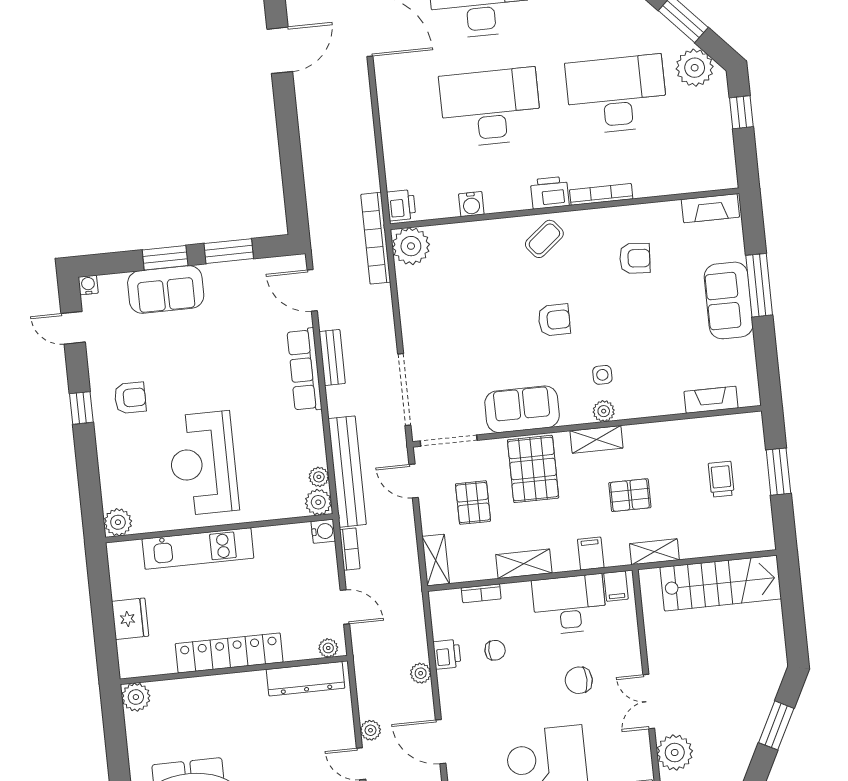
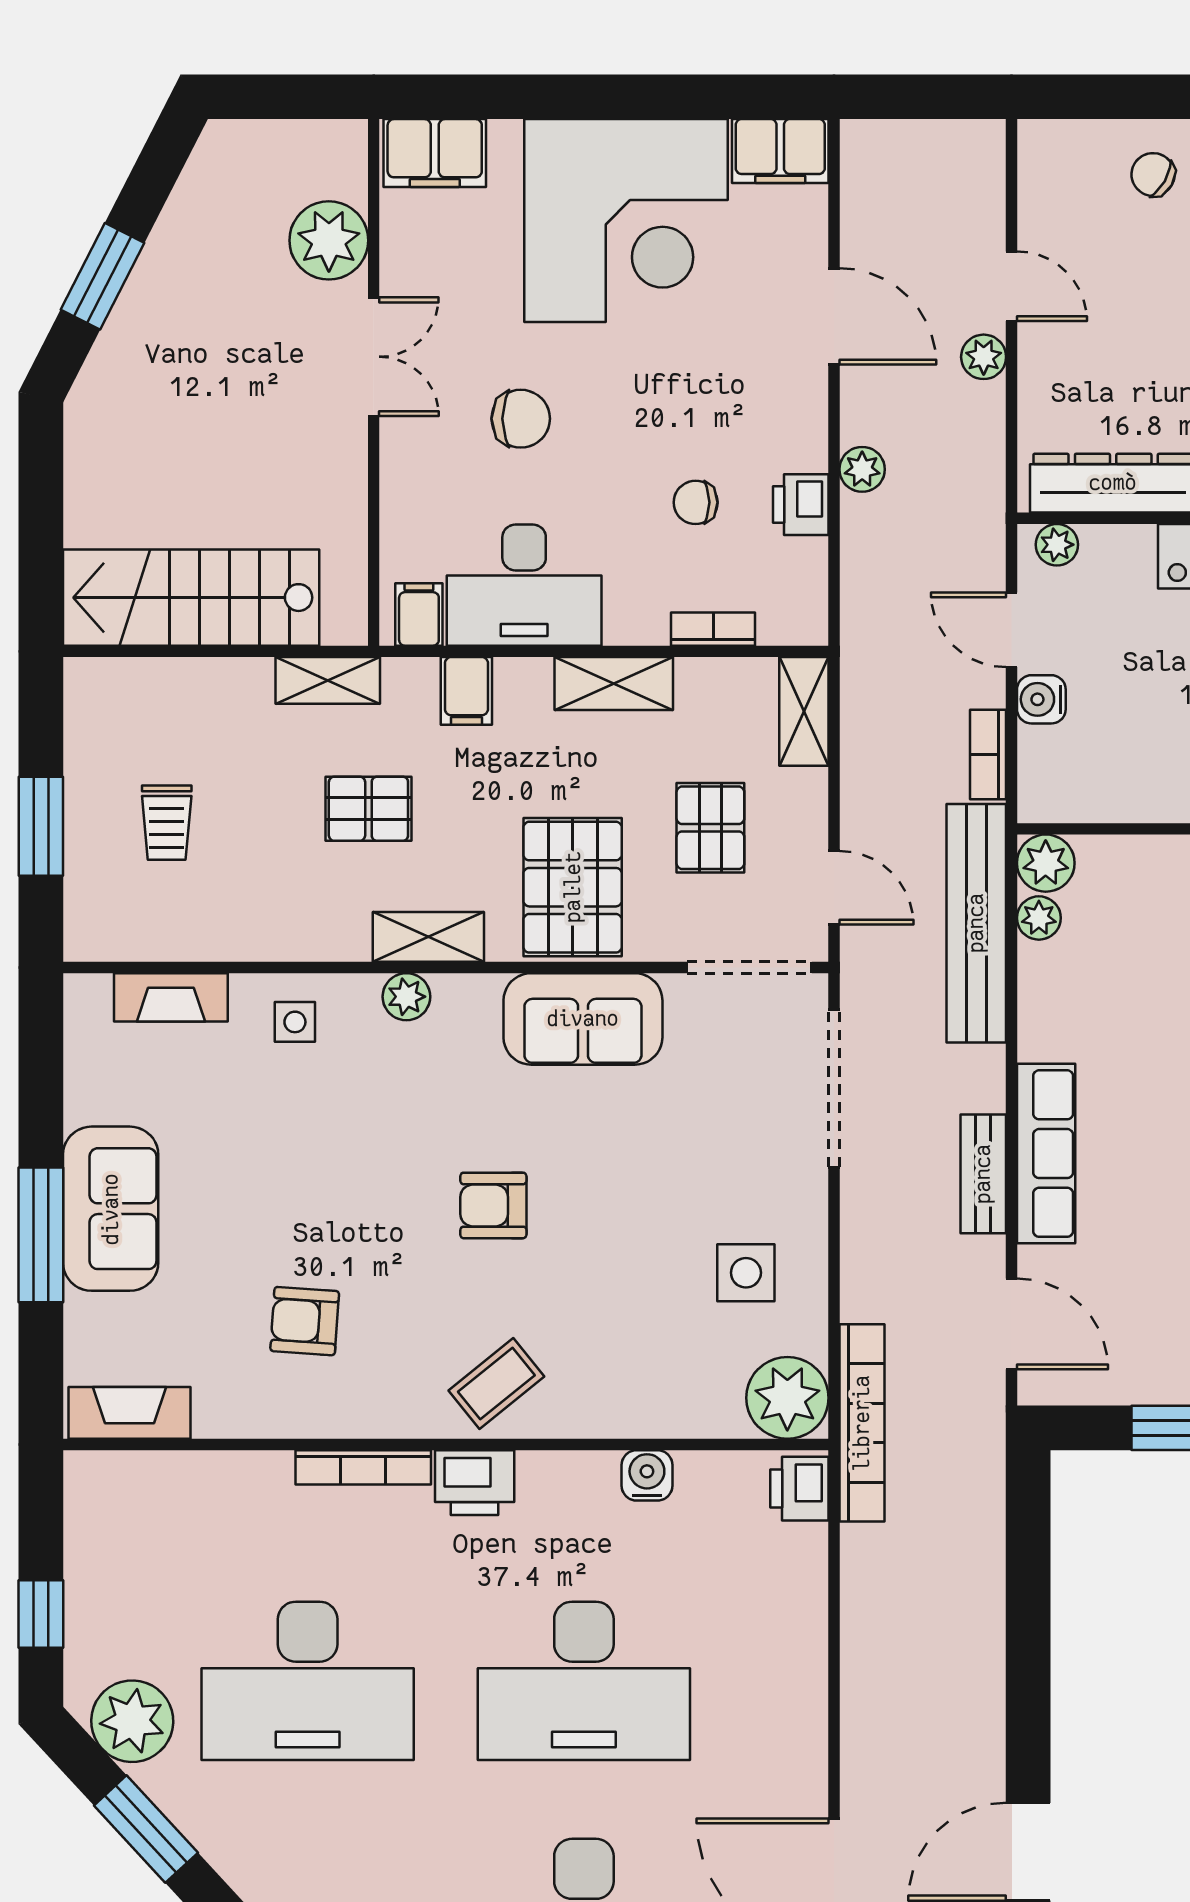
side table: (436, 301) -> (746, 1273), added
side table: (602, 375) -> (295, 1022), moved
water cooler: (323, 531) -> (1041, 699), moved

